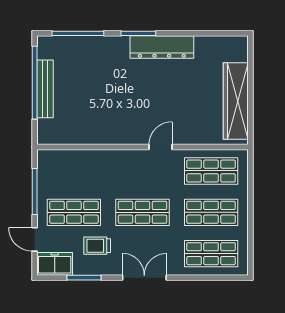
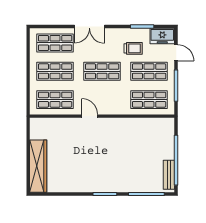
dresser: (162, 47) -> (89, 185), removed
bench: (45, 89) -> (169, 175), moved, width x0.73
wardrobe: (236, 101) -> (38, 166), moved
door: (161, 147) -> (90, 116), swing flipped
shop shelf: (74, 171) -> (149, 100), added
double door: (144, 278) -> (89, 27), moved

